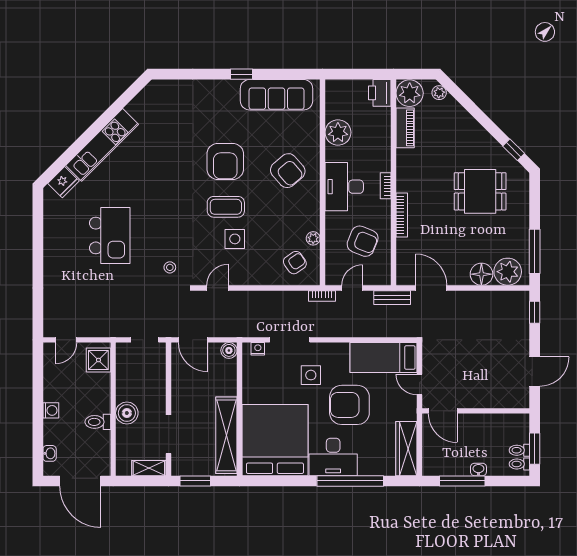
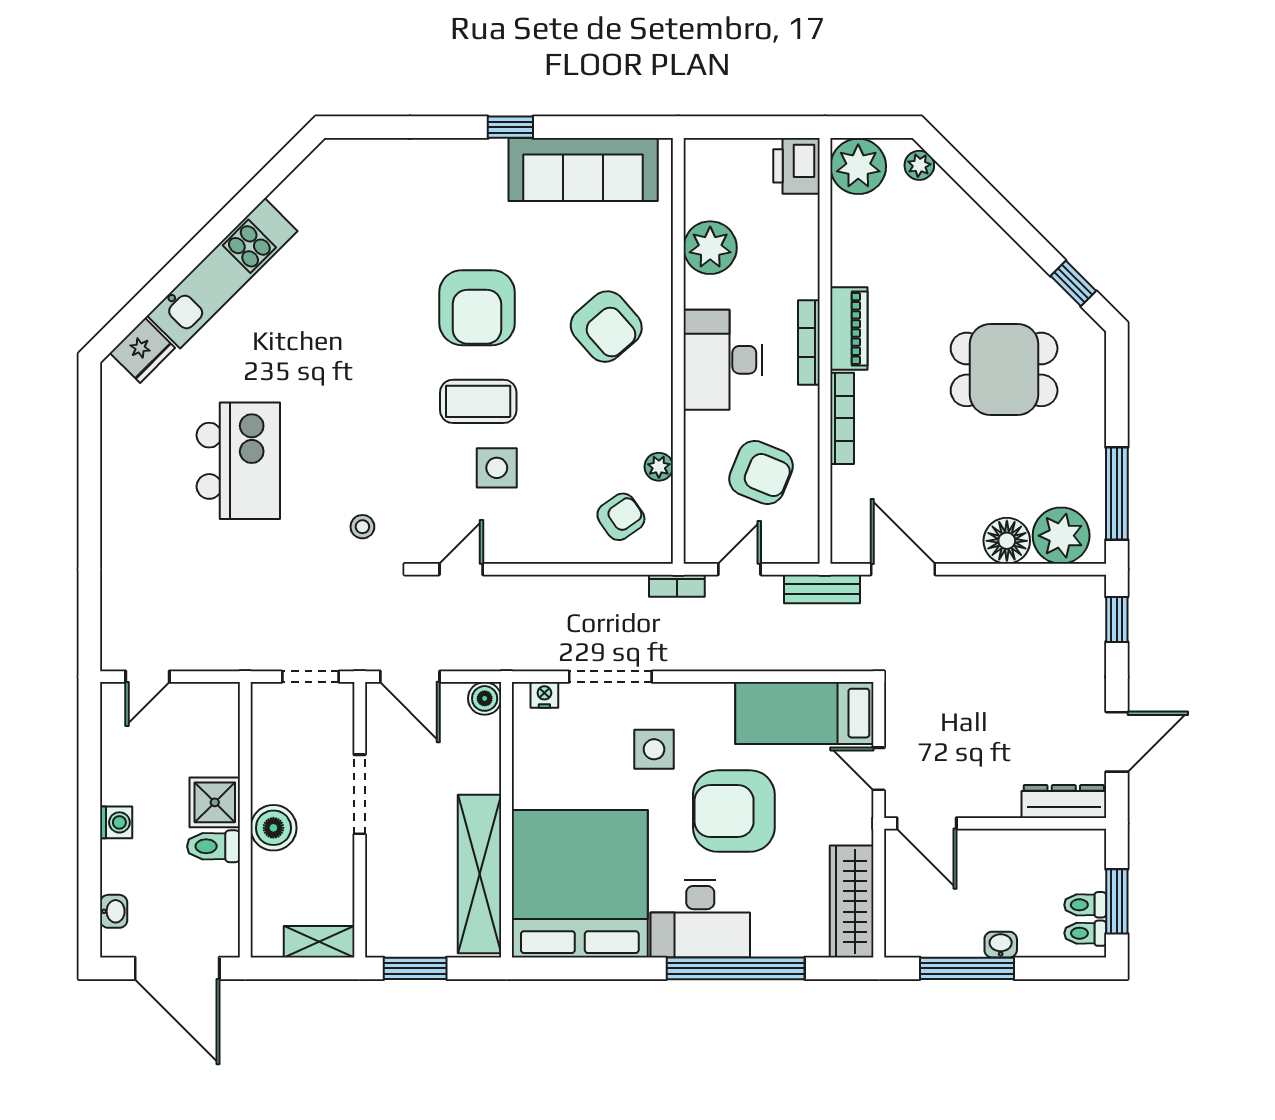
piano: (405, 128) -> (849, 328), moved
bookcase: (386, 186) -> (809, 342), width x1.56
shower: (98, 360) -> (215, 802), moved
dresser: (509, 400) -> (1064, 801), added
doorway: (169, 434) -> (360, 794), moved

